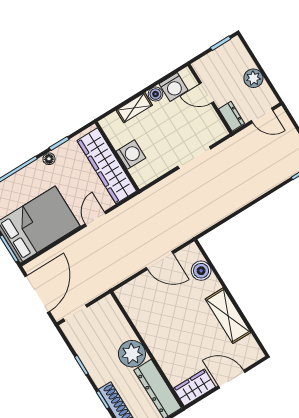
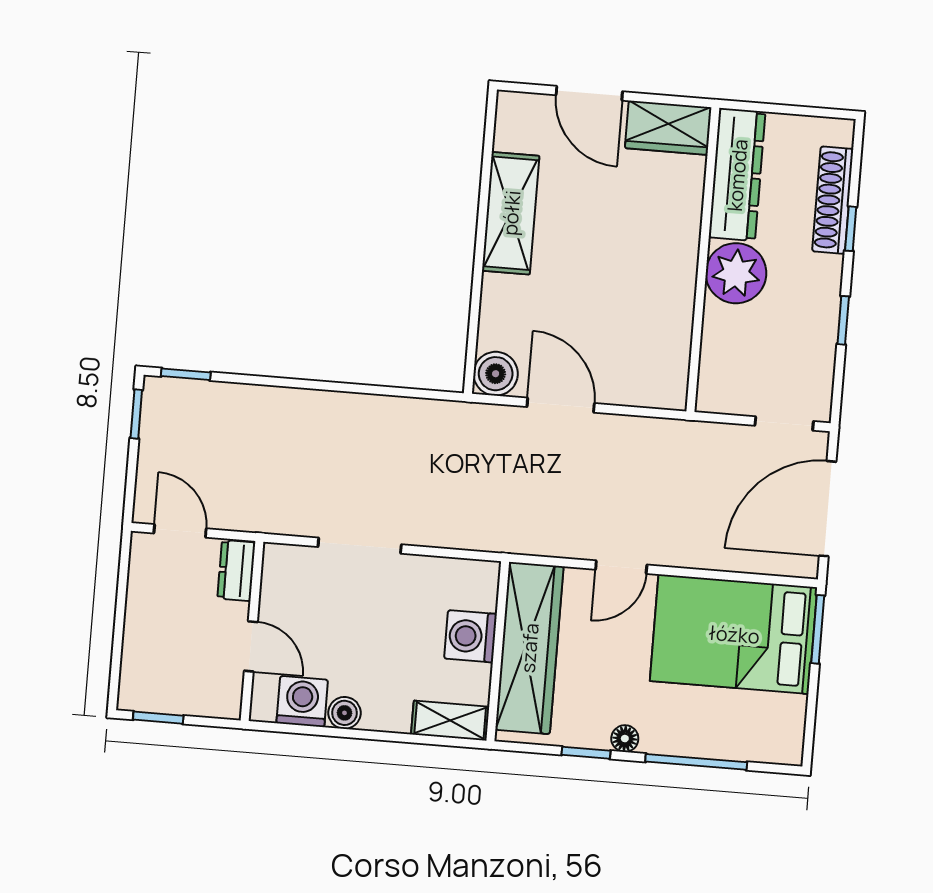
plant: (253, 78) -> (146, 610), removed
shelving: (134, 108) -> (450, 721), moved
boiler: (201, 271) -> (496, 374), moved

